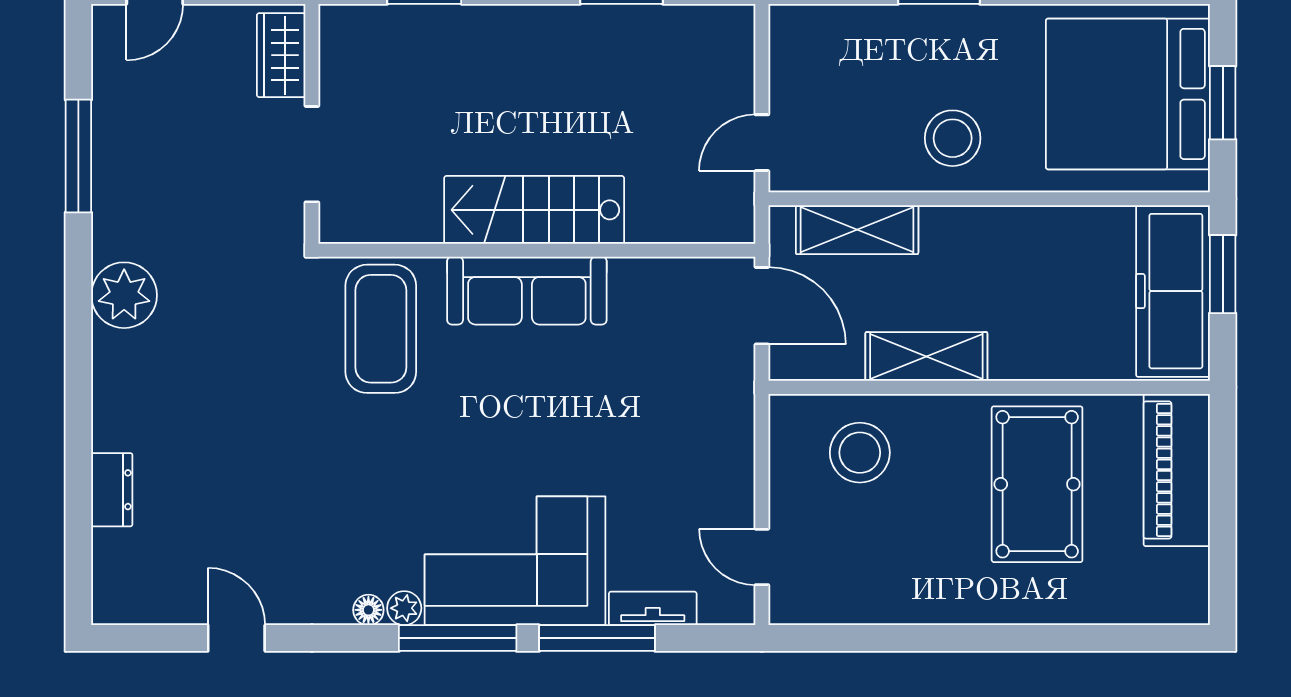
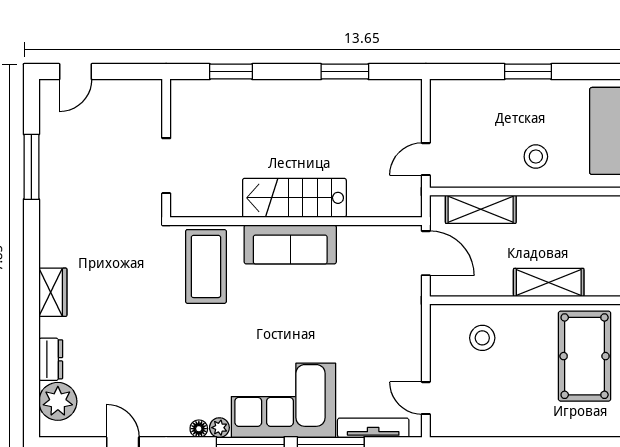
wardrobe: (281, 55) -> (53, 292), moved, turned 180
stool: (953, 138) -> (536, 157), width x0.73, depth x0.73
plant: (124, 295) -> (58, 401), moved
shelving: (926, 357) -> (549, 282), moved
stool: (860, 453) -> (482, 338), width x0.73, depth x0.73
tv unit: (653, 608) -> (373, 428), width x1.41

